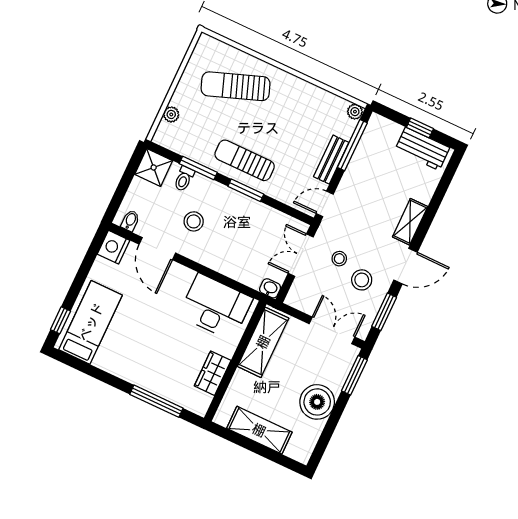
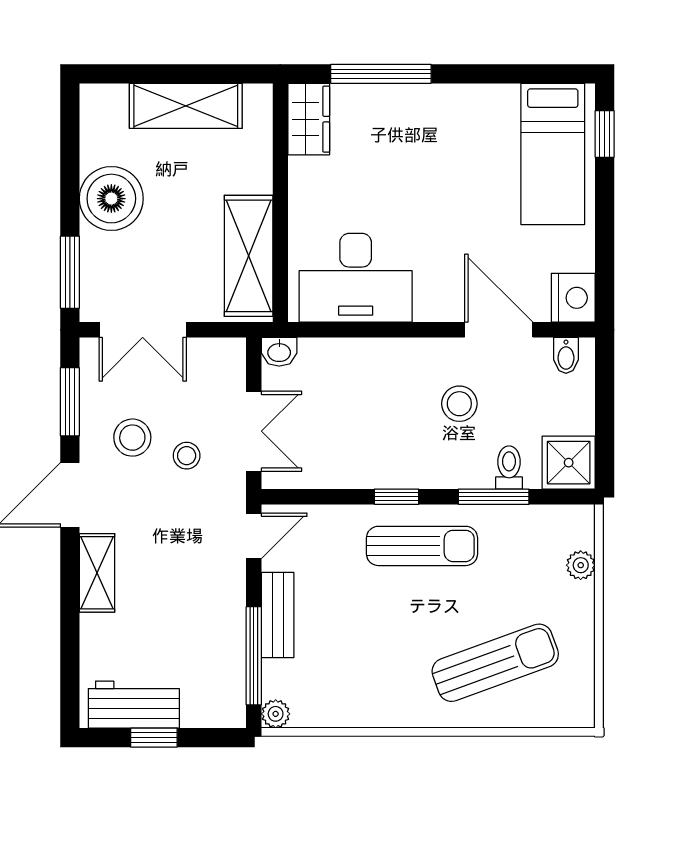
window: (246, 190) -> (396, 497), width x0.67
wardrobe: (213, 373) -> (309, 119), moved

